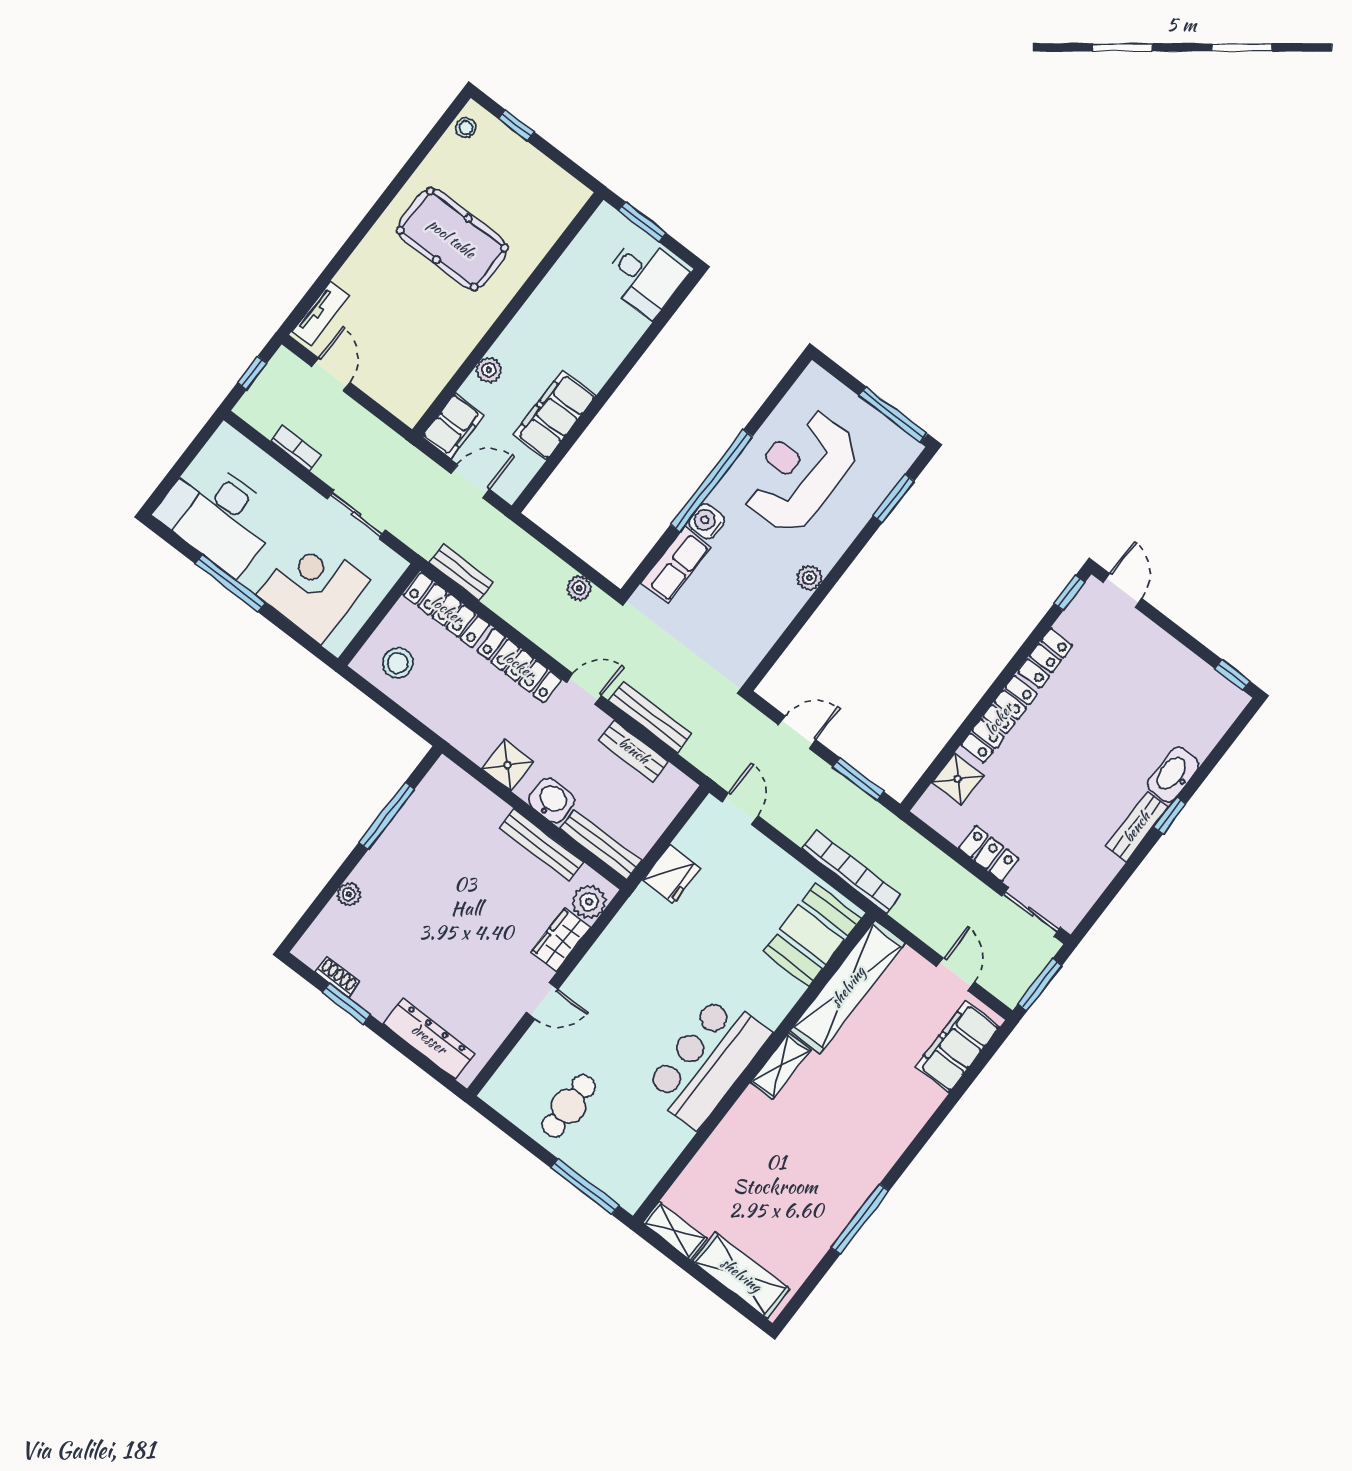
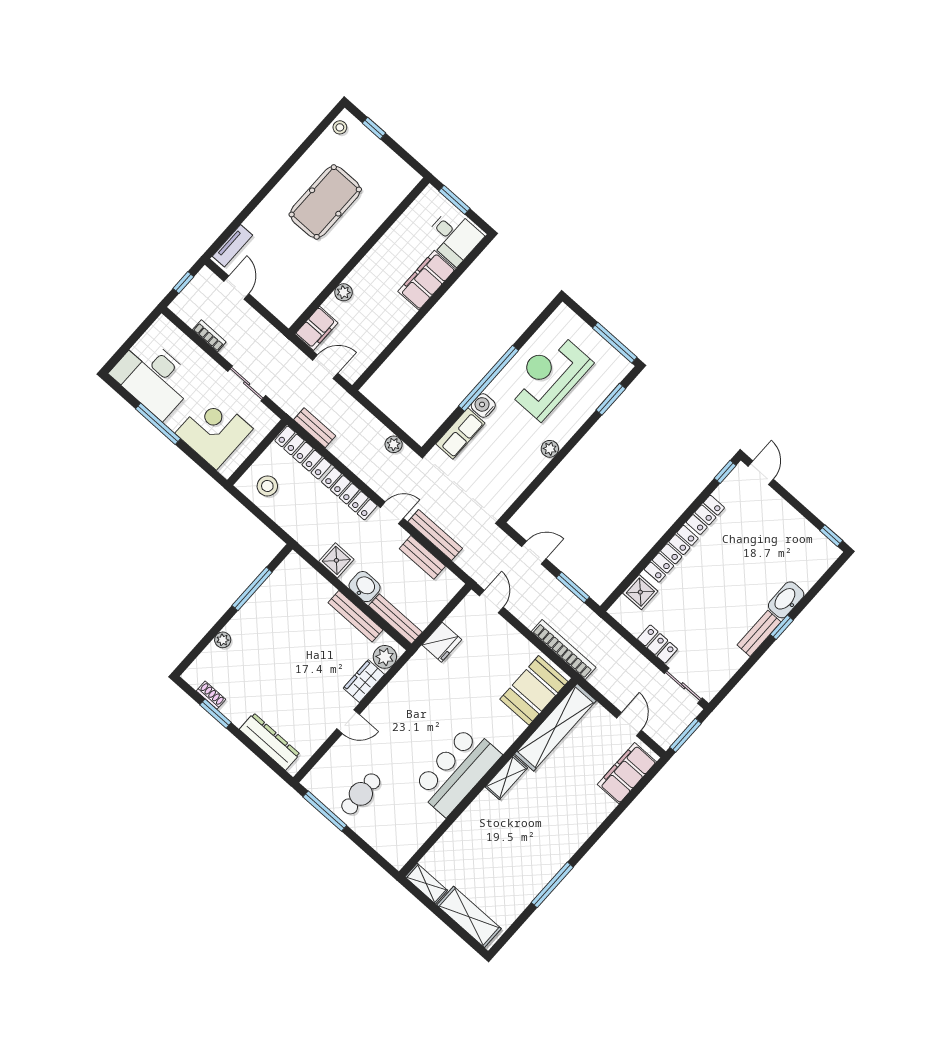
pool table: (452, 239) -> (325, 202), turned 90
filing cabinet: (555, 415) -> (427, 280), moved
window: (585, 1187) -> (325, 811), moved

